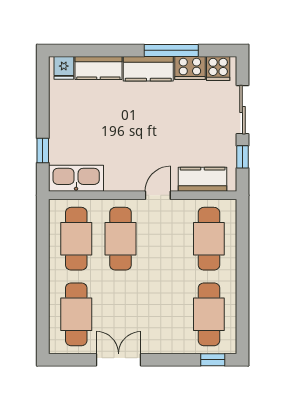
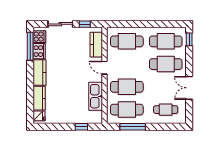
window: (171, 50) -> (30, 46), moved
kitchen sink: (76, 178) -> (96, 96), moved
window: (43, 250) -> (133, 127), added
cafe table: (76, 314) -> (166, 110), width x0.73, depth x0.74
cafe table: (165, 314) -> (166, 64), added

